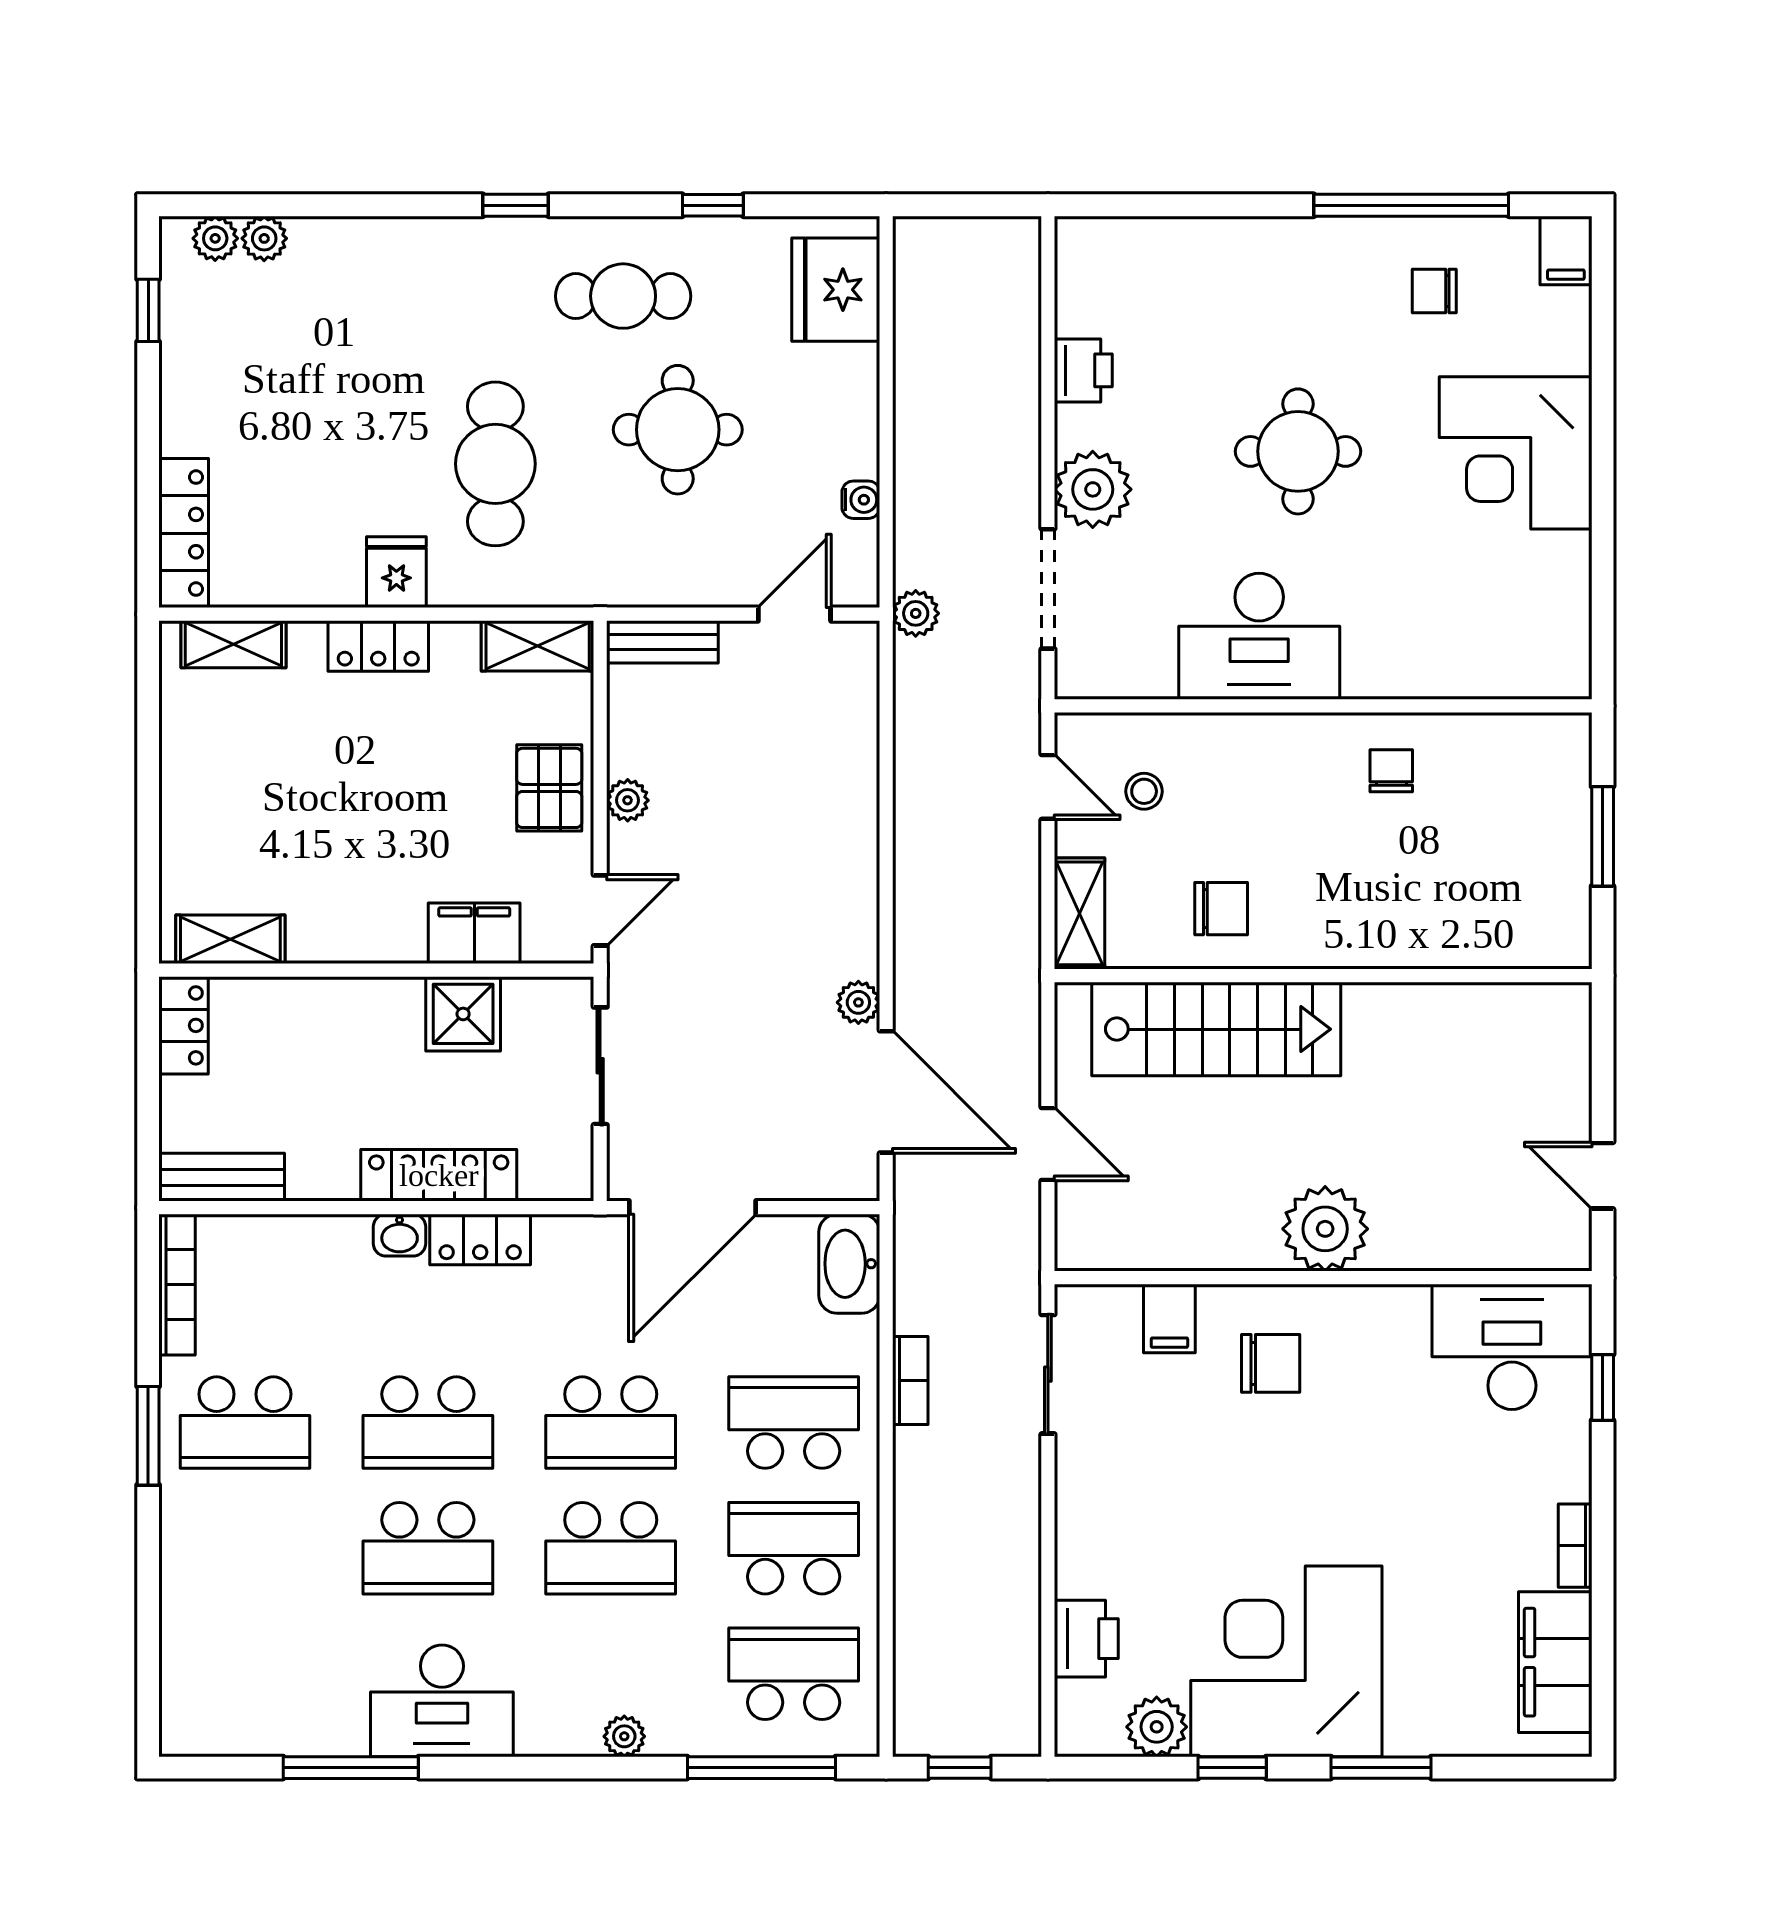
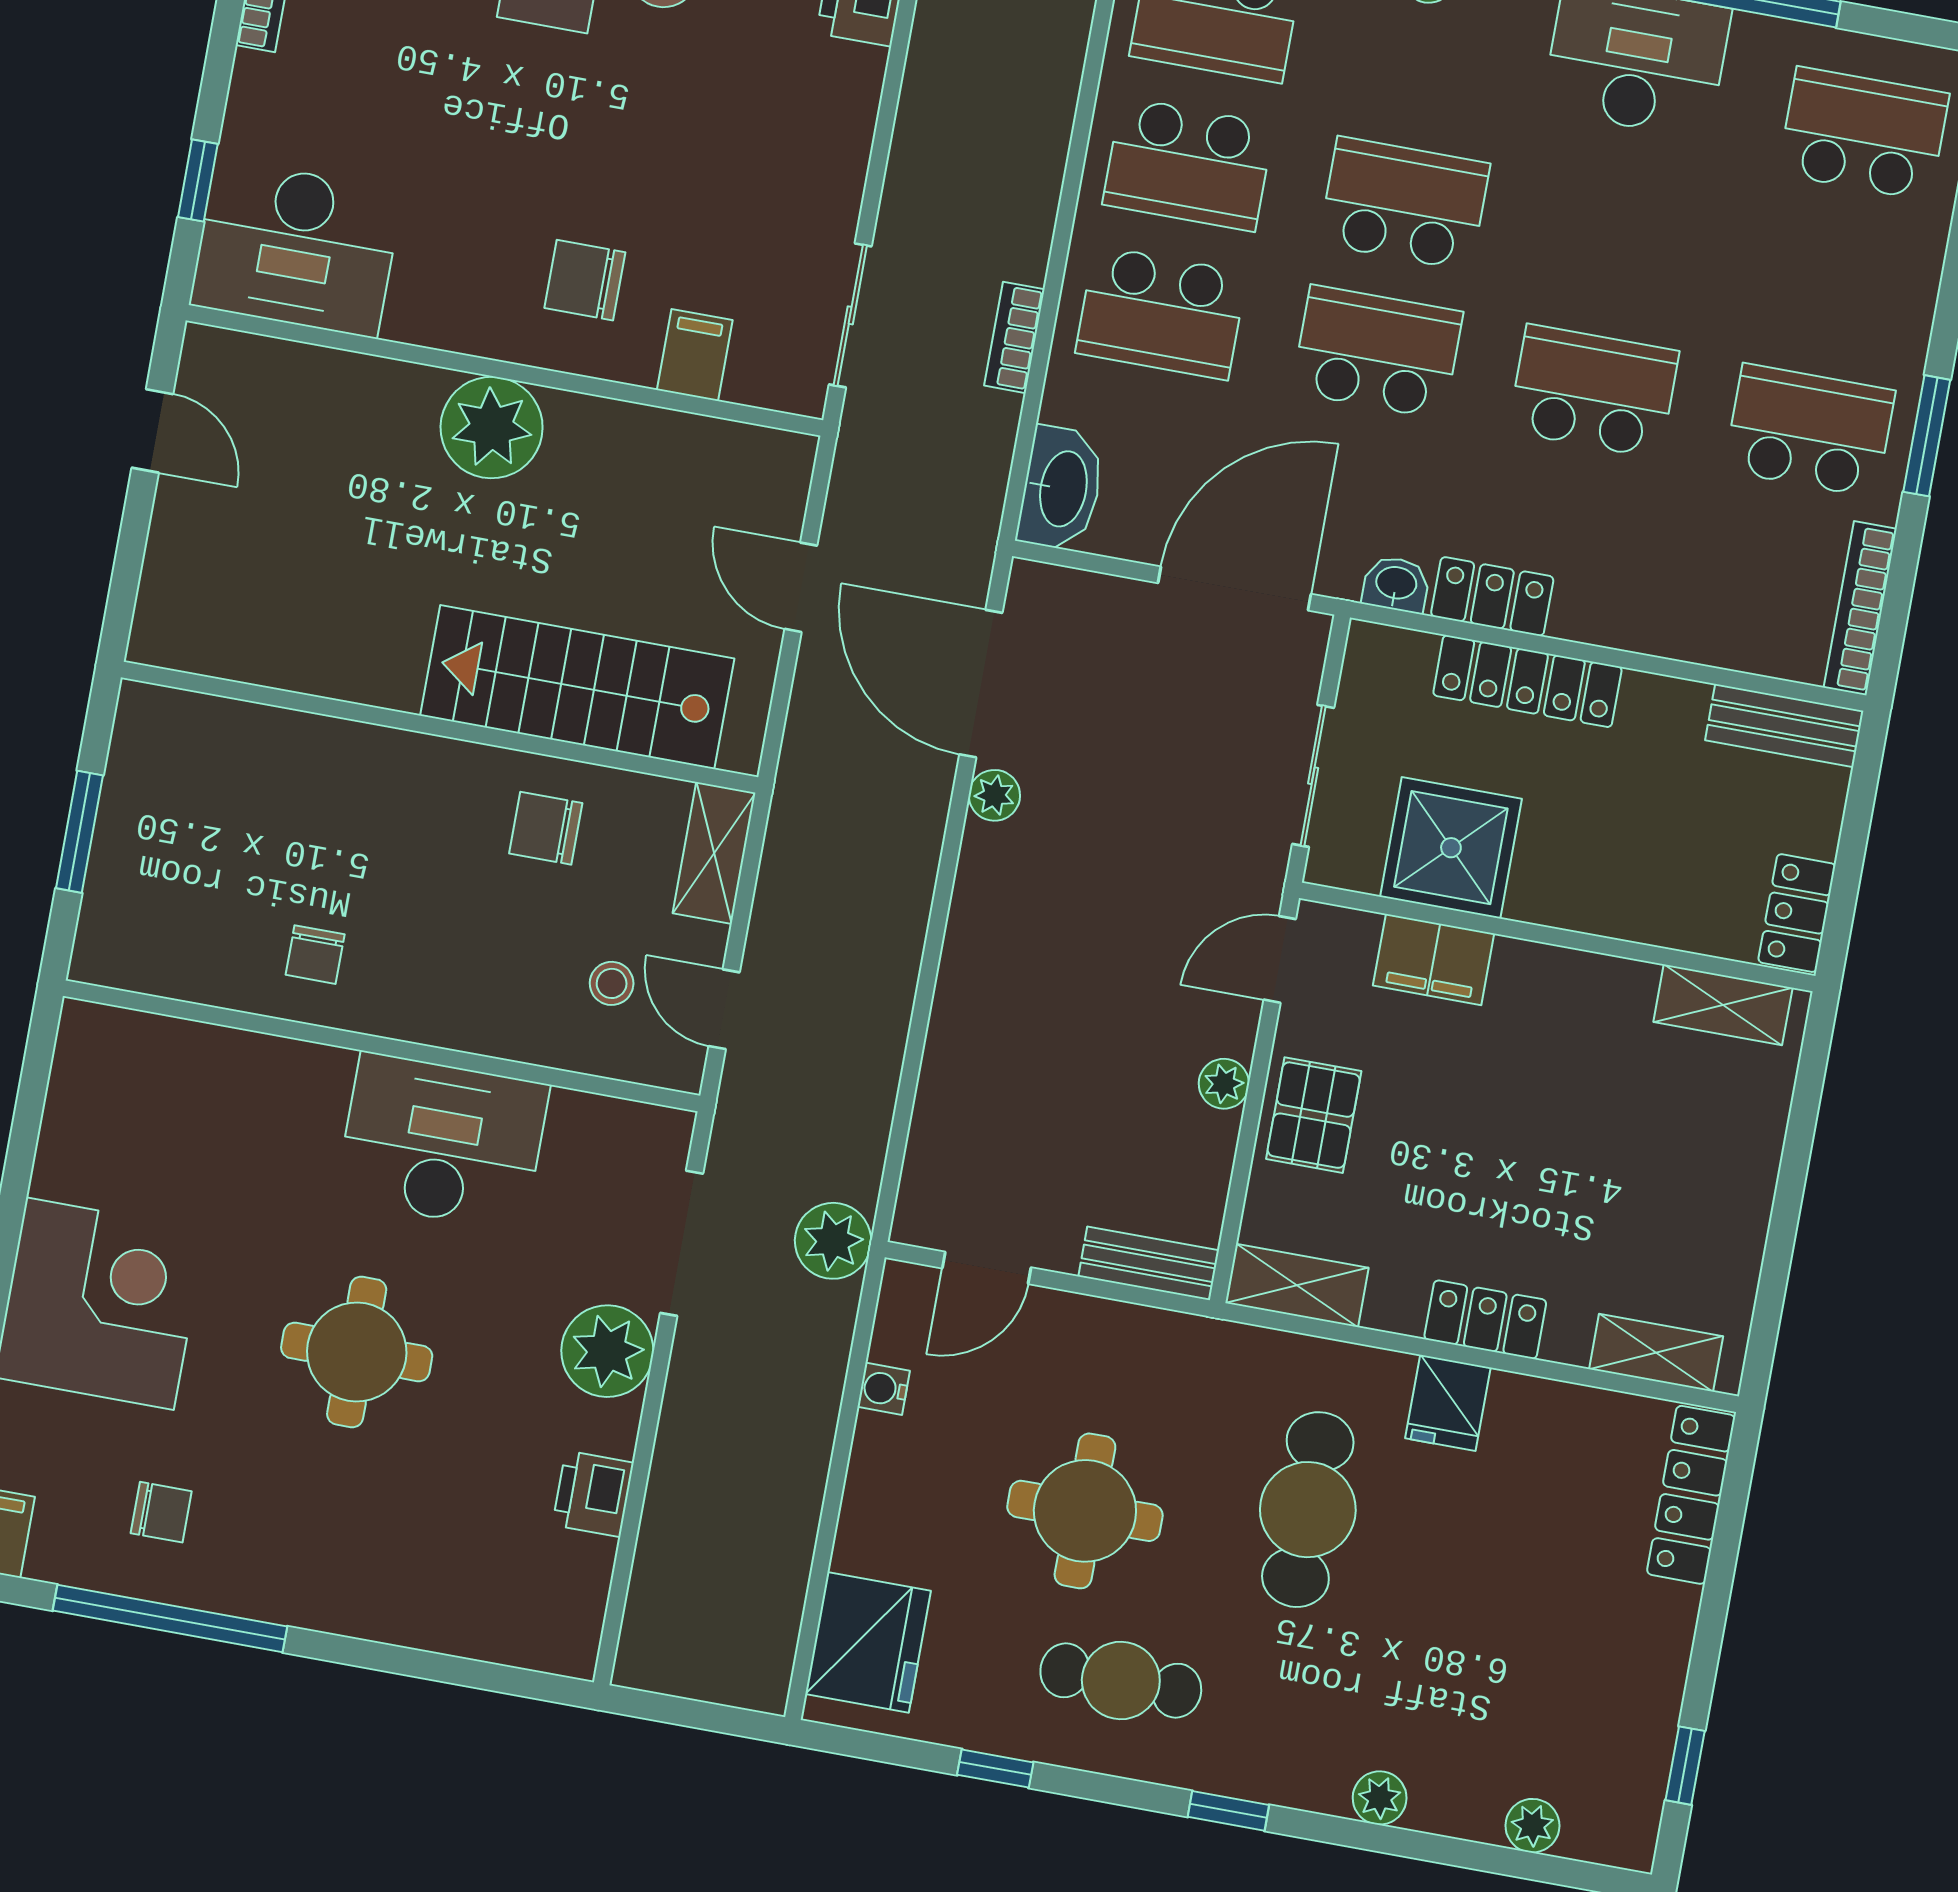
plant: (215, 238) -> (1380, 1798), moved
plant: (916, 613) -> (833, 1241), width x1.38, depth x1.38
shower: (463, 1014) -> (1451, 848), width x1.36, depth x1.36
washbasin: (400, 1235) -> (1396, 584), moved
school desk: (428, 1548) -> (1863, 134), moved

